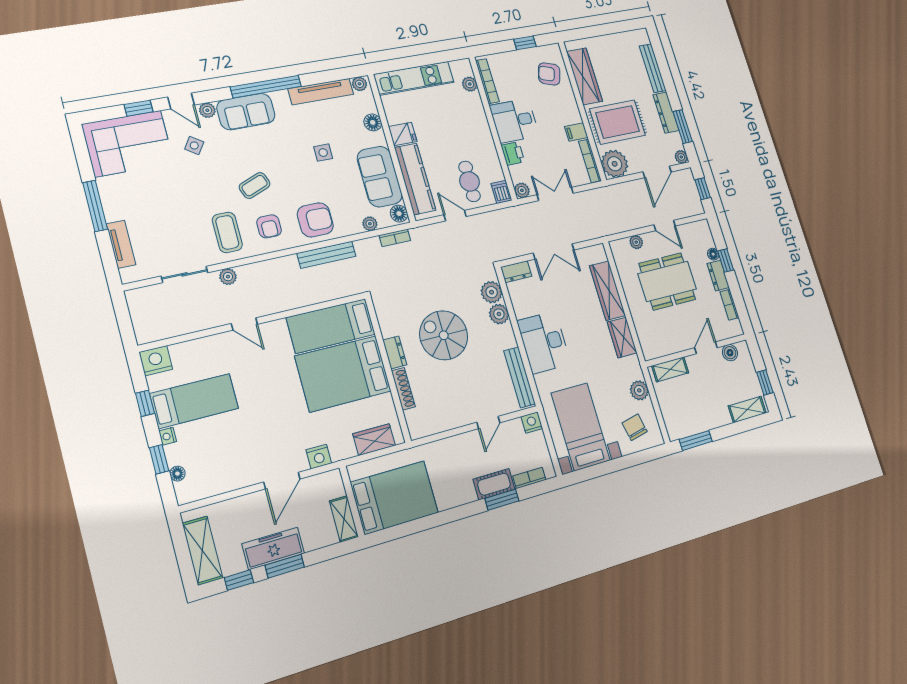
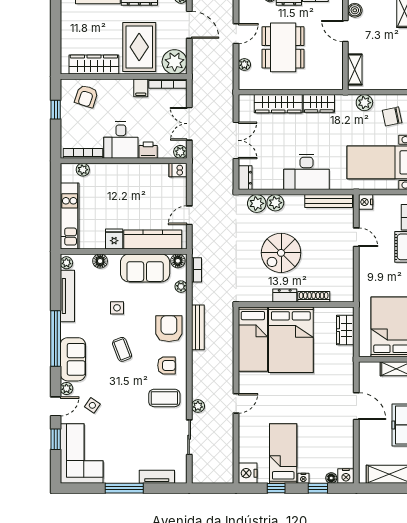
cafe table: (470, 181) -> (164, 195), removed
coffee table: (255, 185) -> (122, 349), moved
nightstand: (319, 457) -> (346, 476), moved, turned 90

